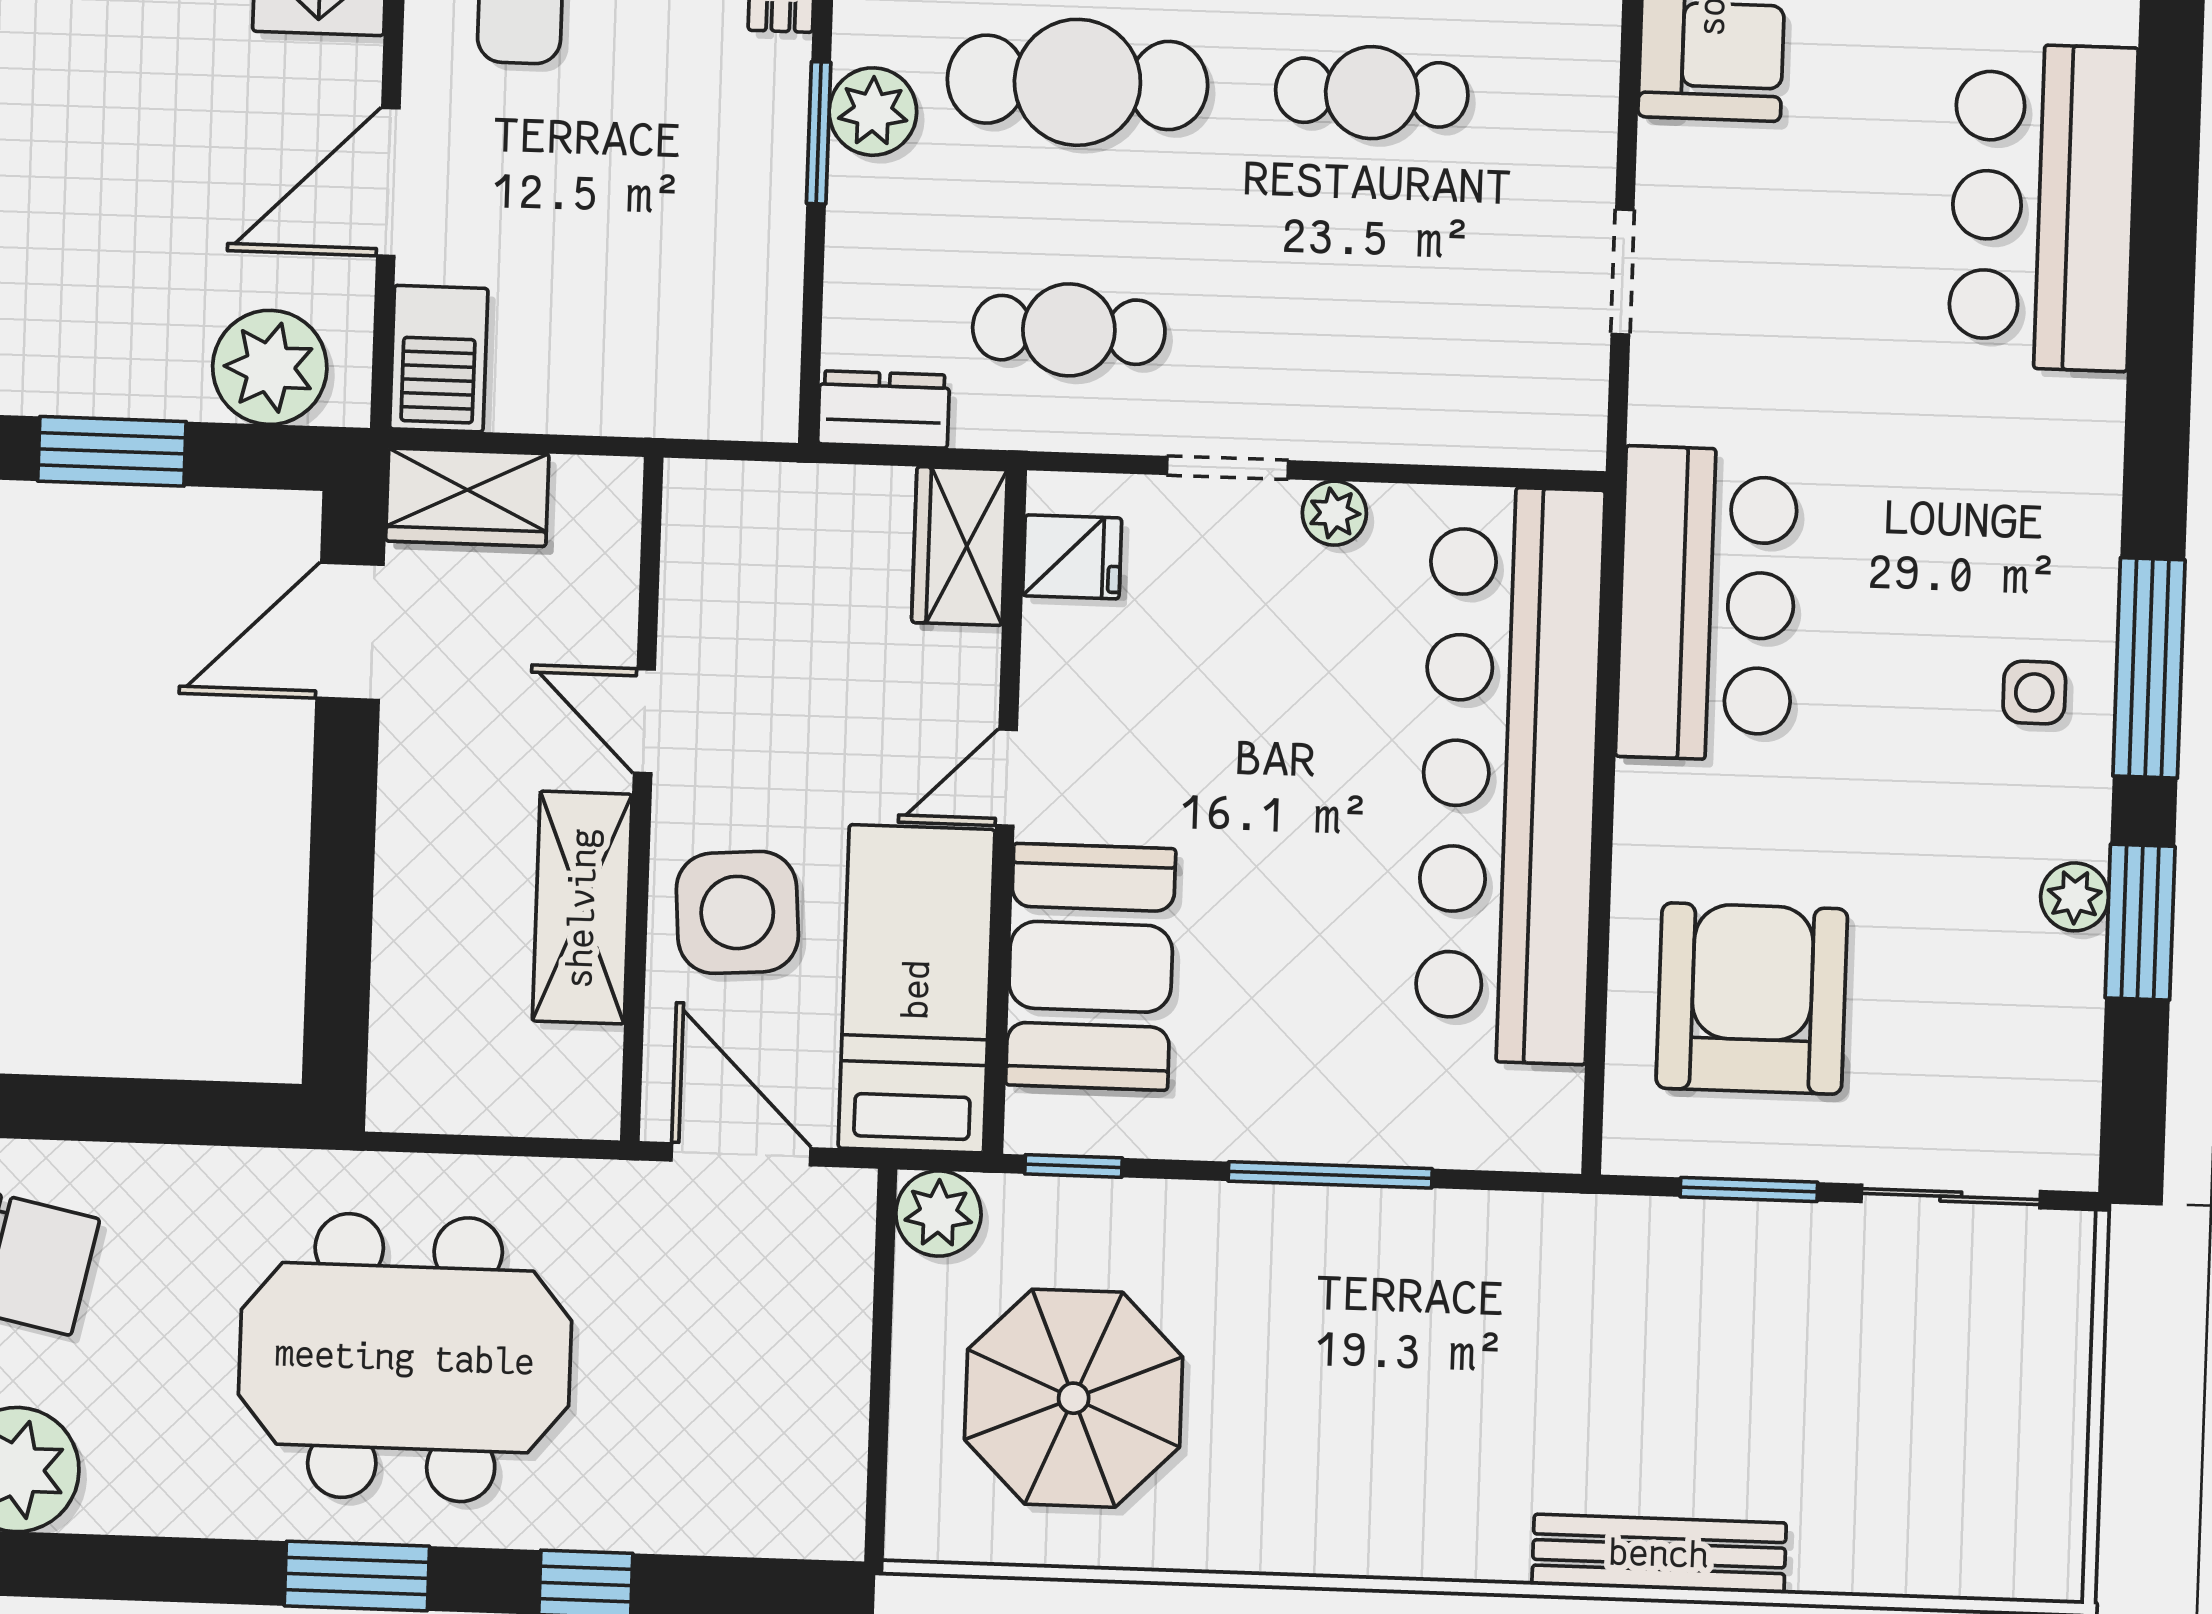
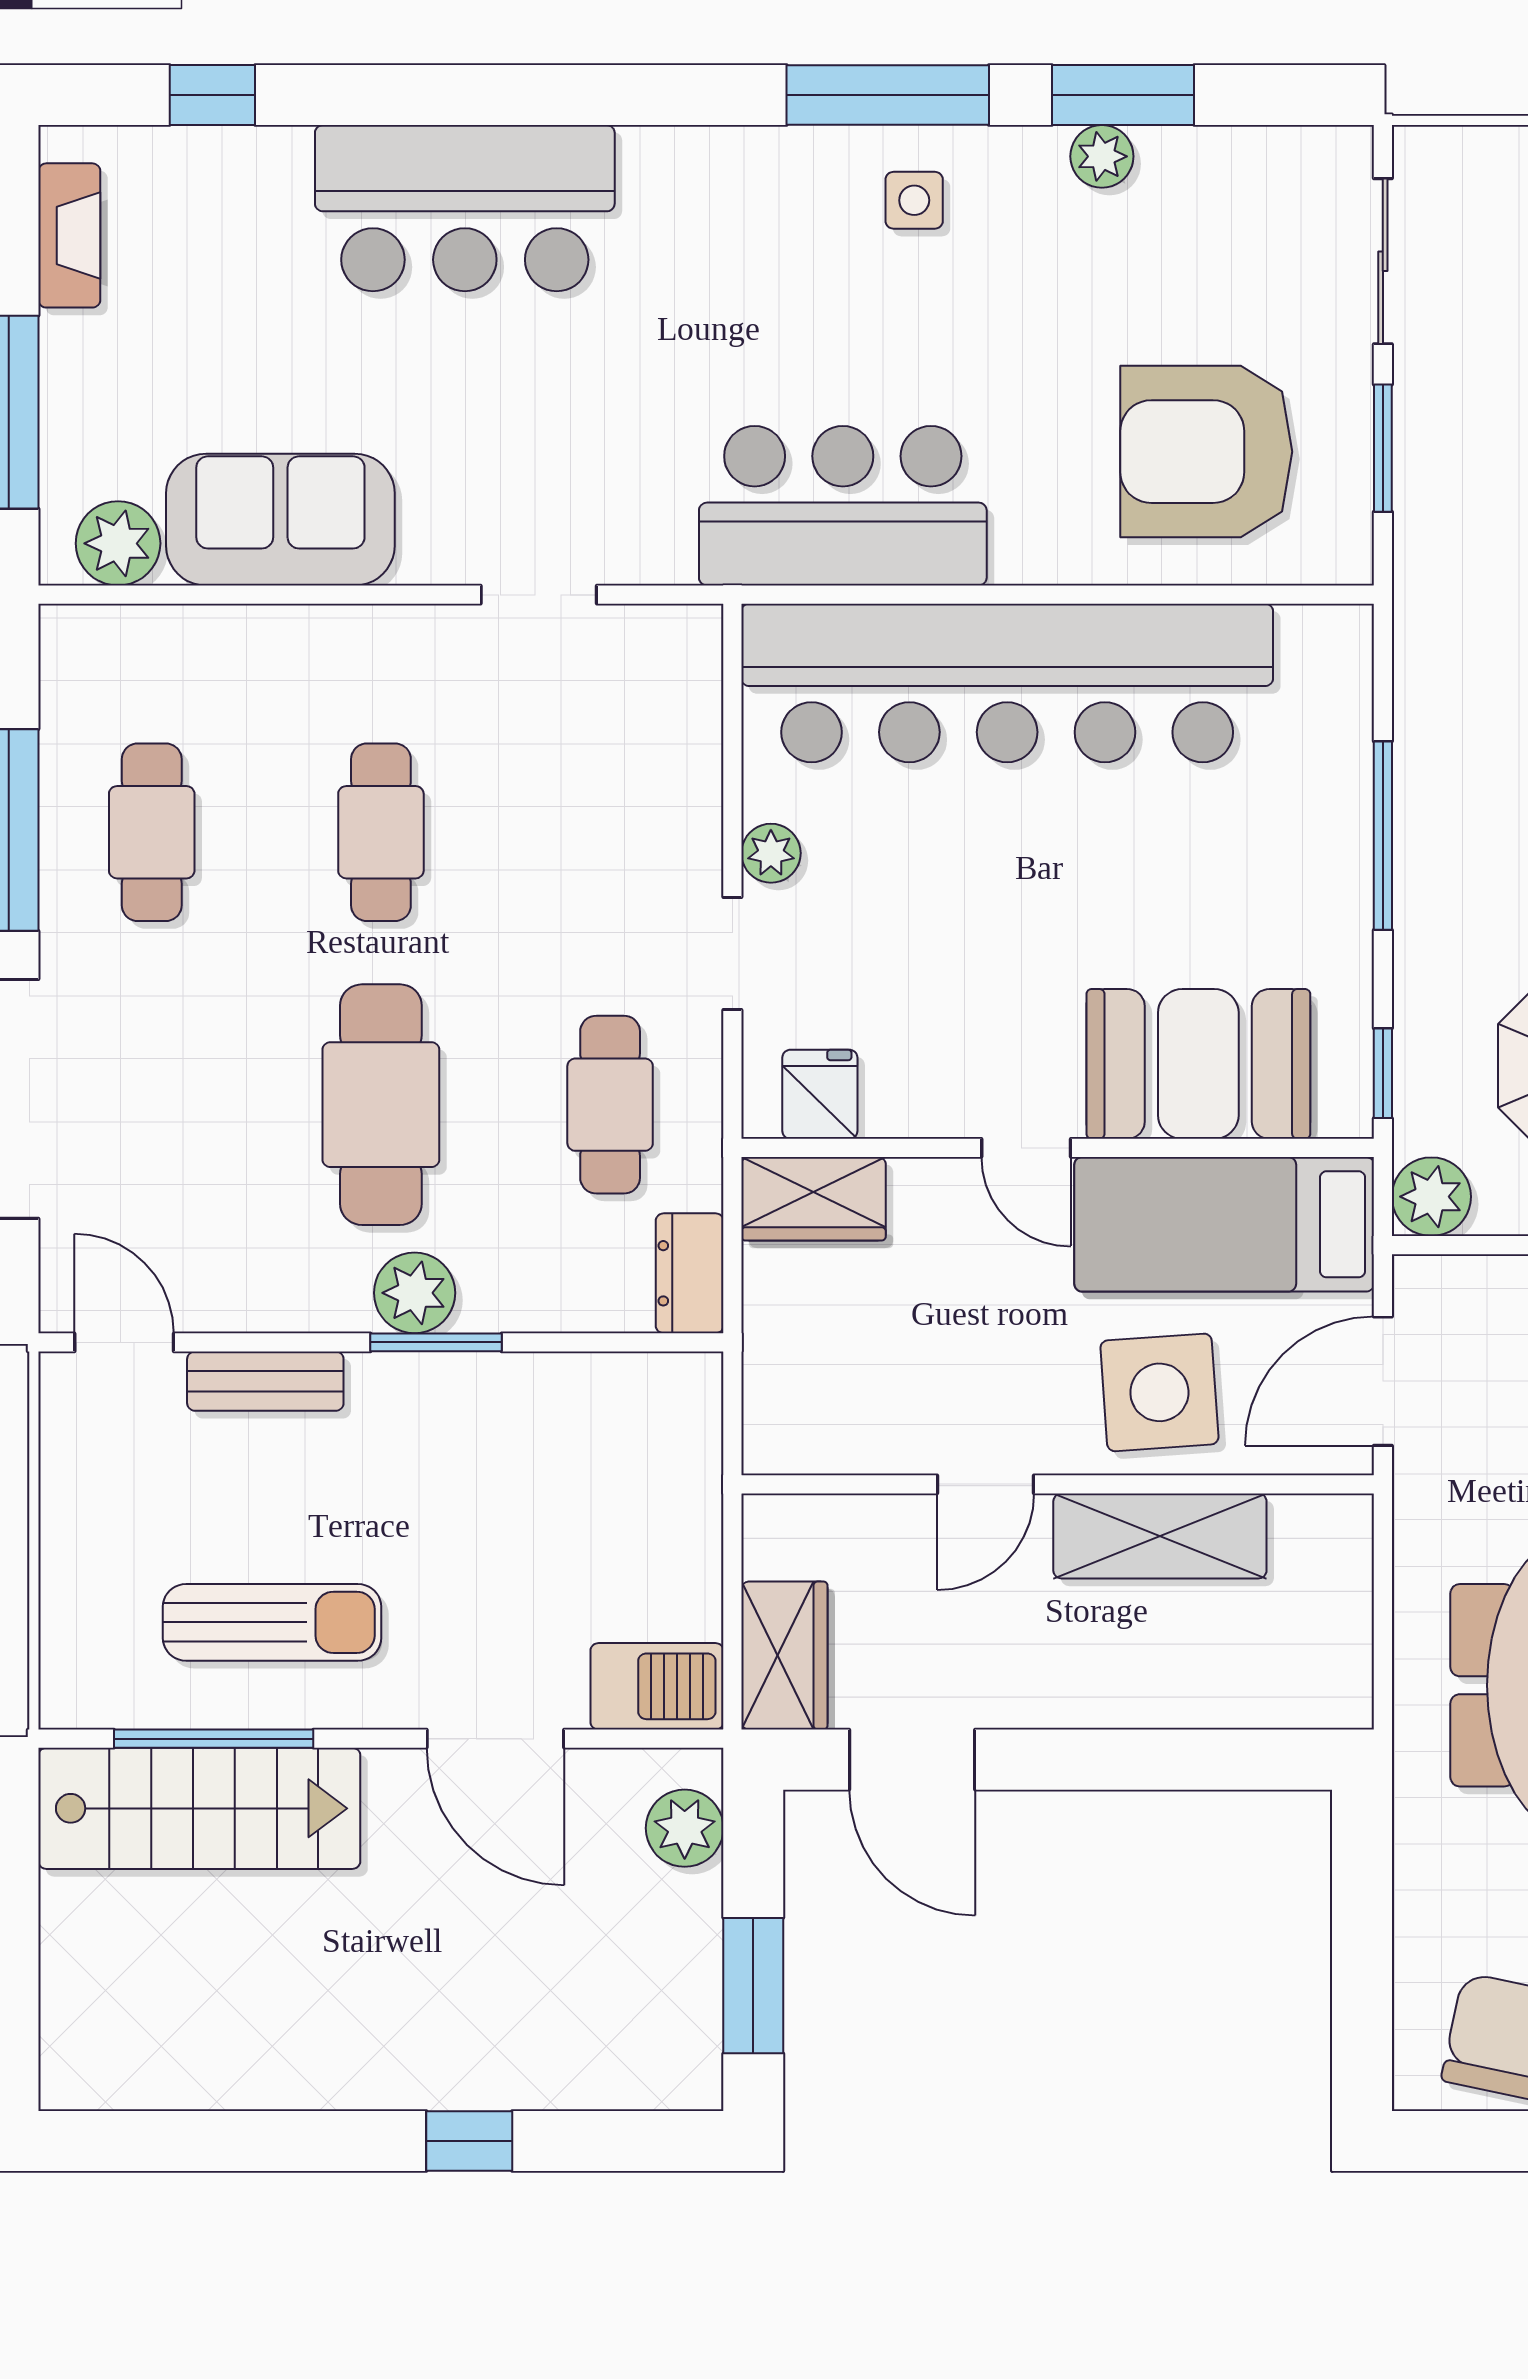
plant: (270, 367) -> (685, 1828), width x0.73, depth x0.73

